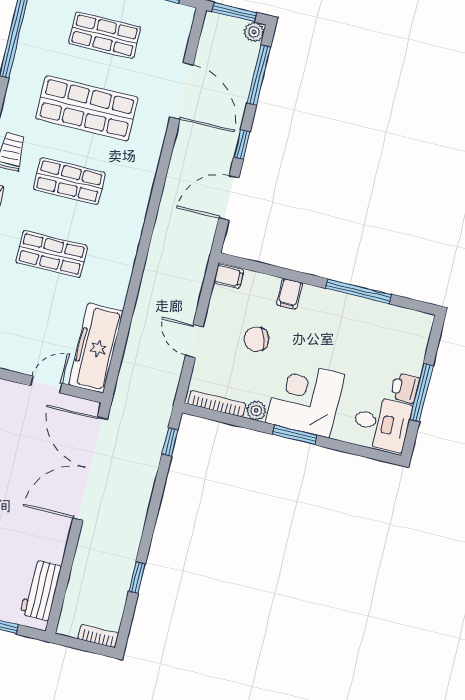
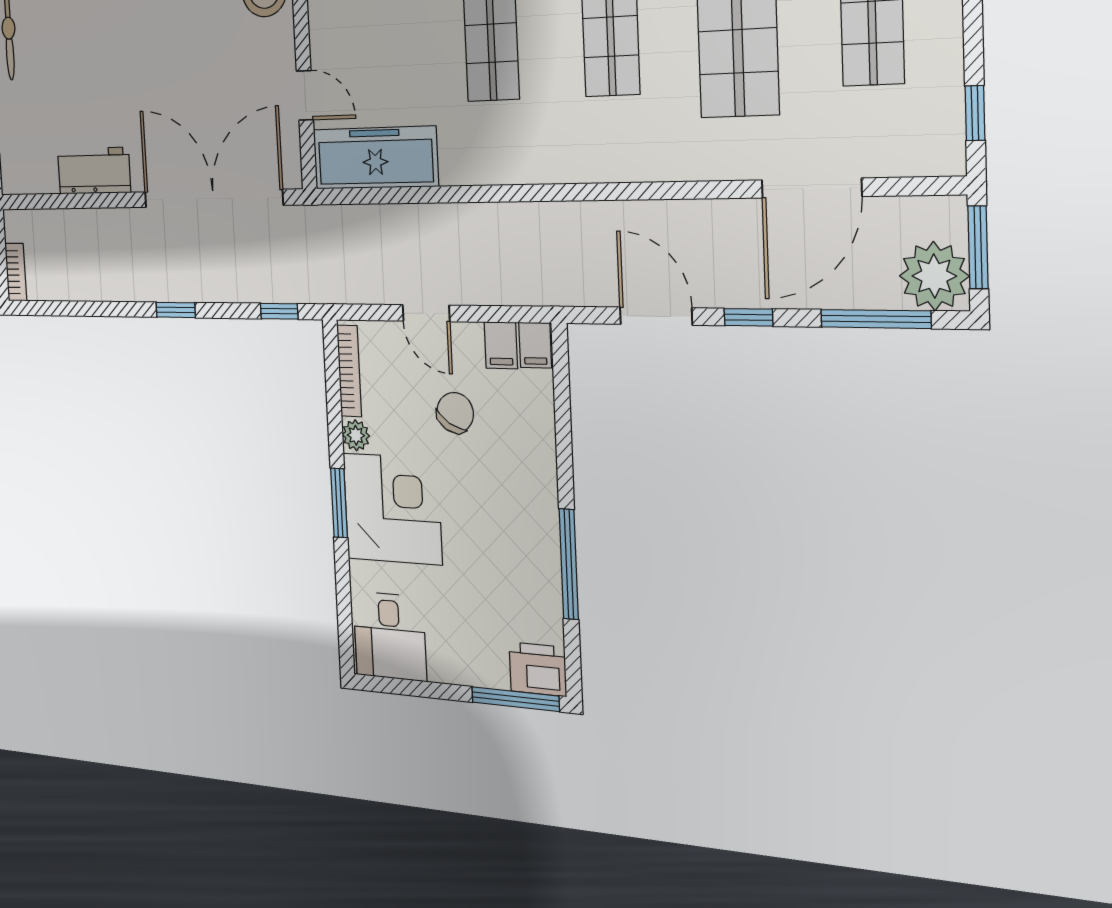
plant: (254, 32) -> (934, 276), width x1.88, depth x1.88
filing cabinet: (290, 294) -> (501, 345), moved, turned -90
chair: (257, 339) -> (455, 413), turned 49
door: (194, 341) -> (426, 313), swing flipped
printer: (405, 388) -> (538, 669), moved, width x1.36, depth x1.24
window: (421, 393) -> (515, 699), moved
window: (137, 578) -> (176, 310), moved
workbench: (41, 590) -> (94, 171), moved

